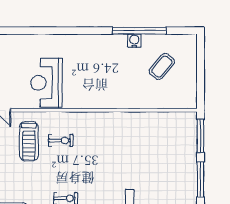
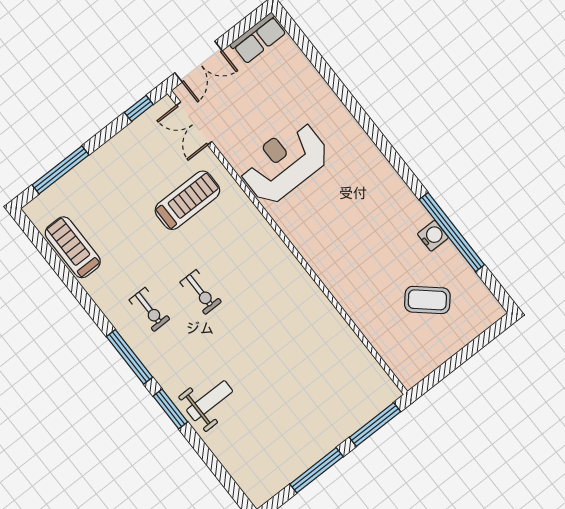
exercise bike: (61, 140) -> (201, 292), moved
treadmill: (29, 141) -> (187, 200), turned 180

